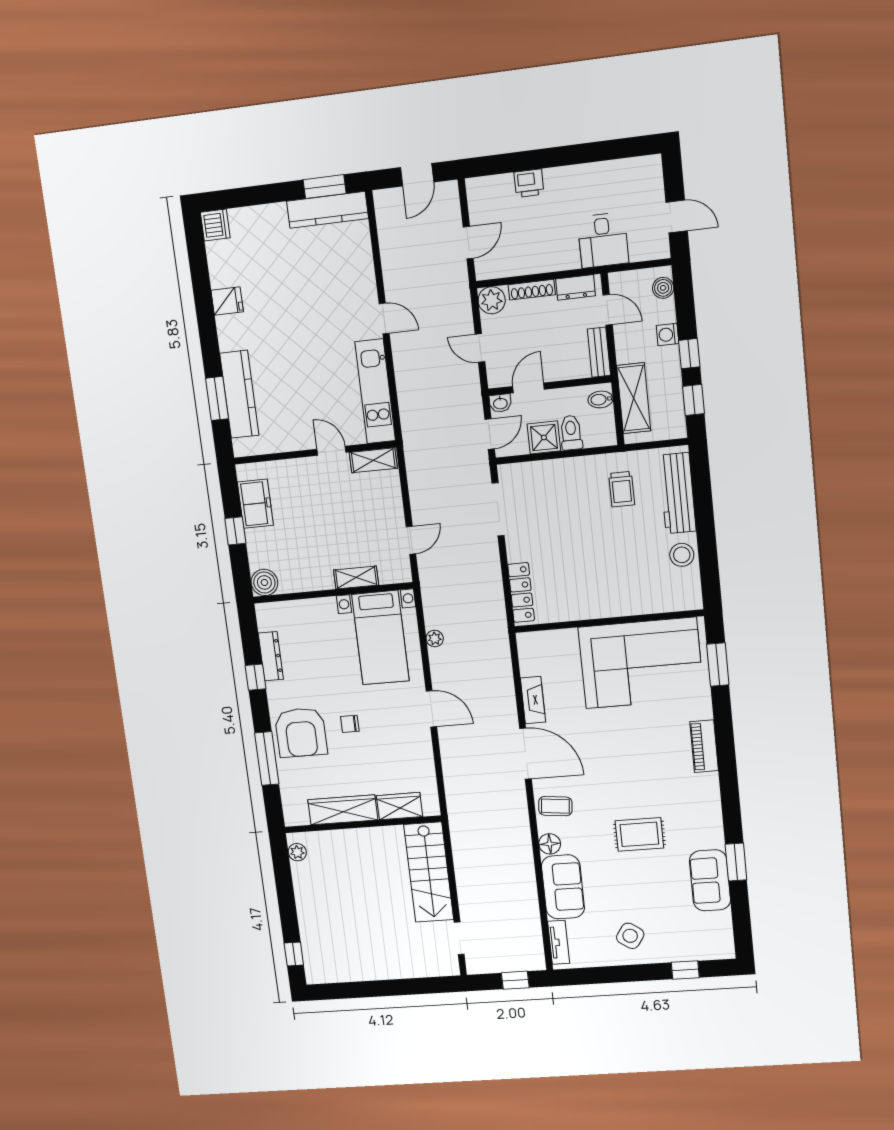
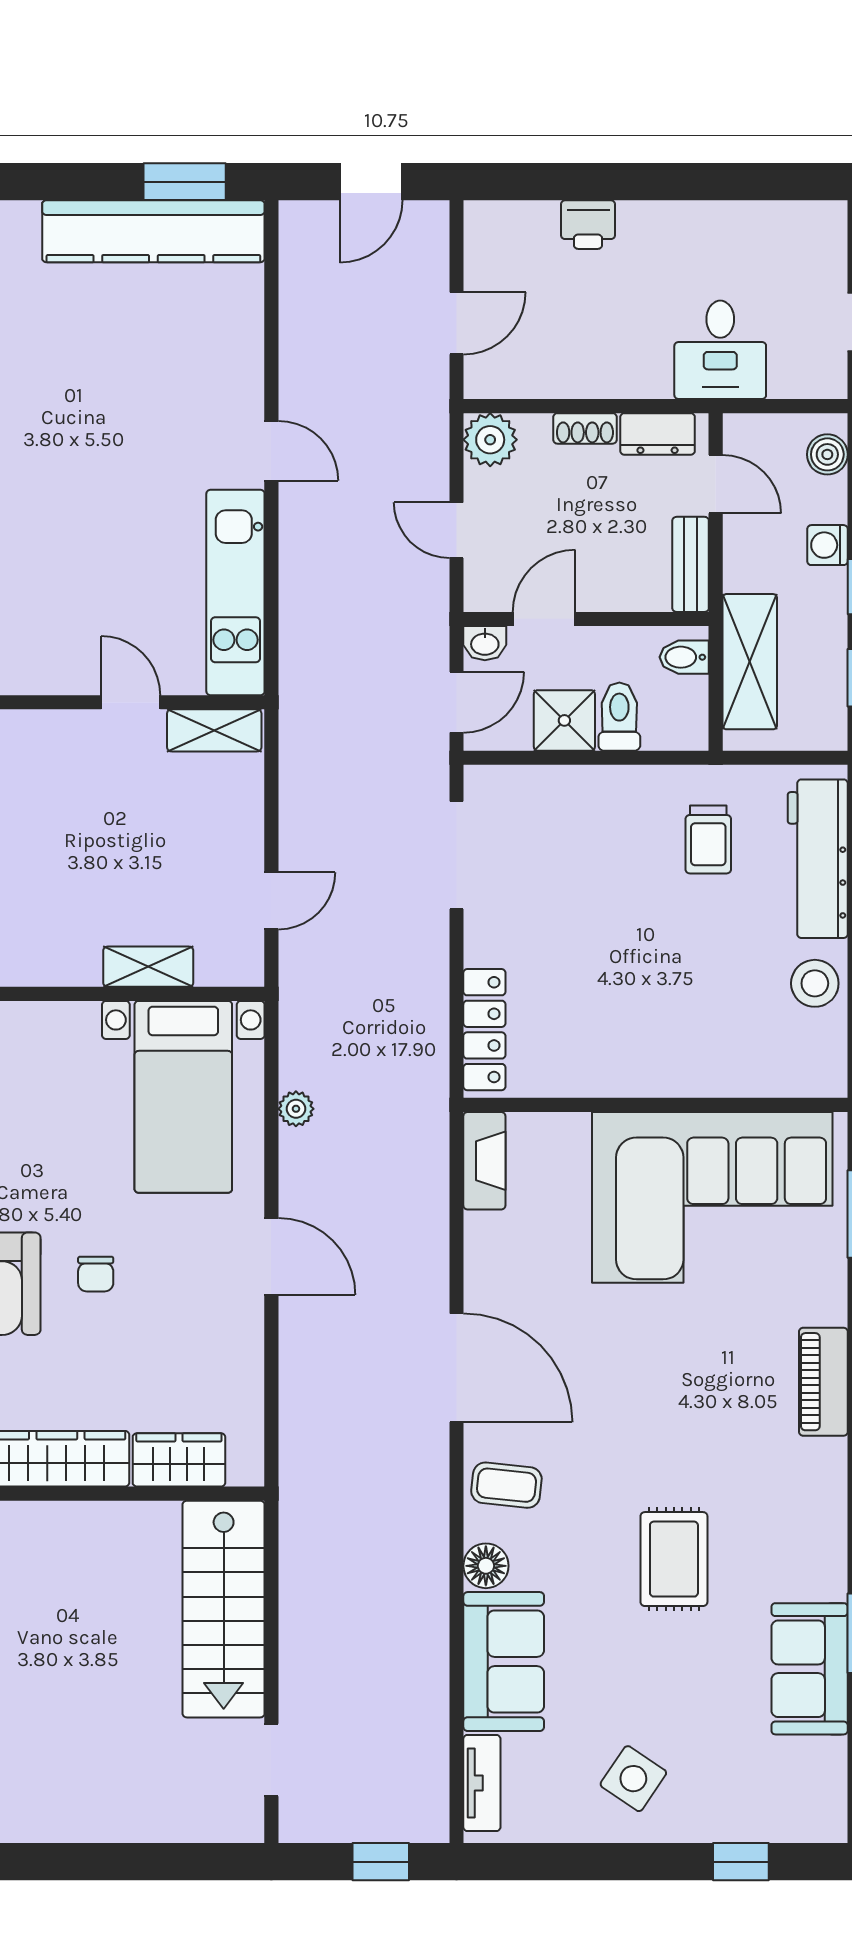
kitchen counter: (327, 210) -> (153, 231), width x1.39, depth x1.17
shoe rack: (532, 290) -> (585, 428), width x0.70
fireplace: (533, 700) -> (484, 1161), moved
chair: (350, 724) -> (96, 1274), turned -90
rug: (639, 834) -> (674, 1559), turned 90

